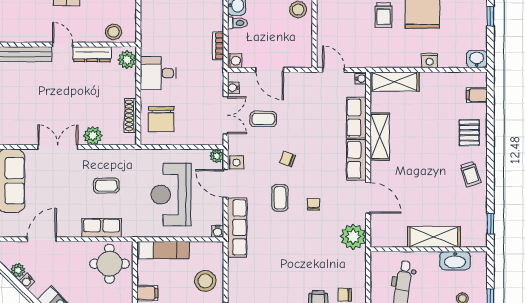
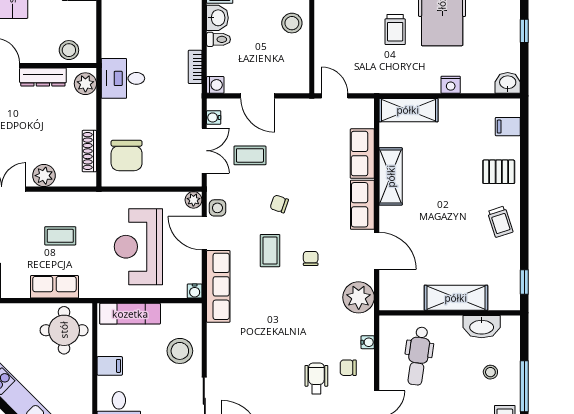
desk: (158, 73) -> (123, 78), moved
water cooler: (361, 79) -> (368, 342), moved
pallet: (469, 133) -> (499, 172), turned 90

